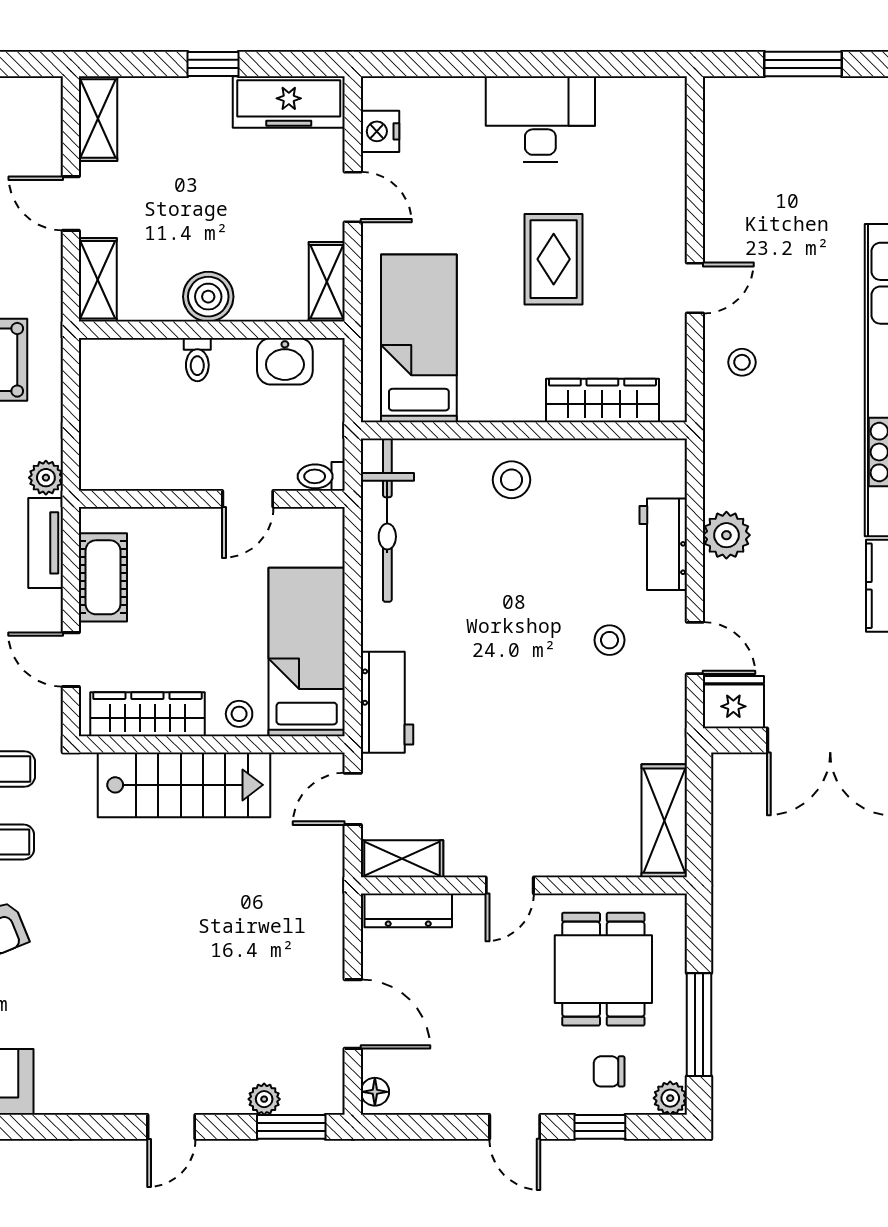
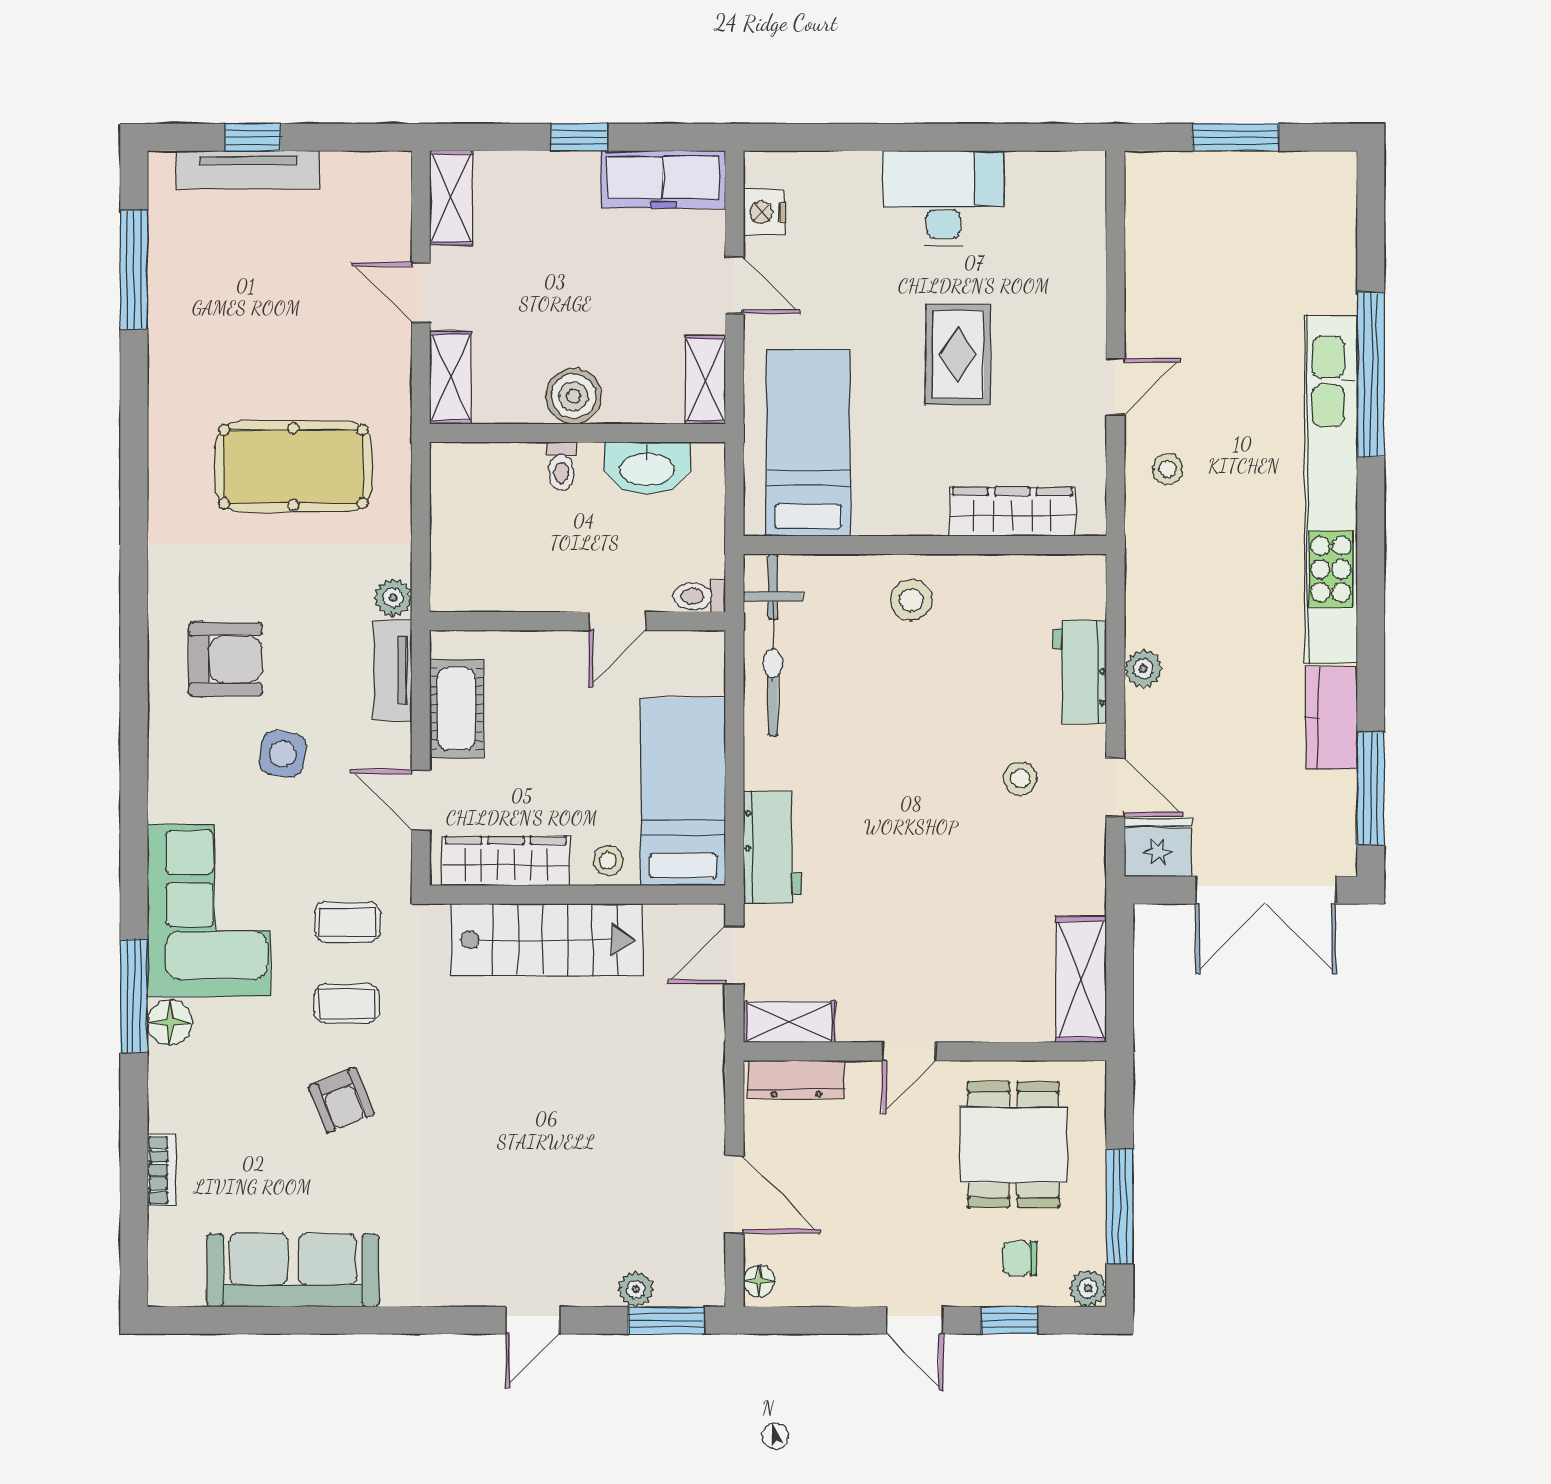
washbasin: (285, 361) -> (647, 468), width x1.38
plant: (726, 535) -> (1143, 669), width x0.73, depth x0.73

